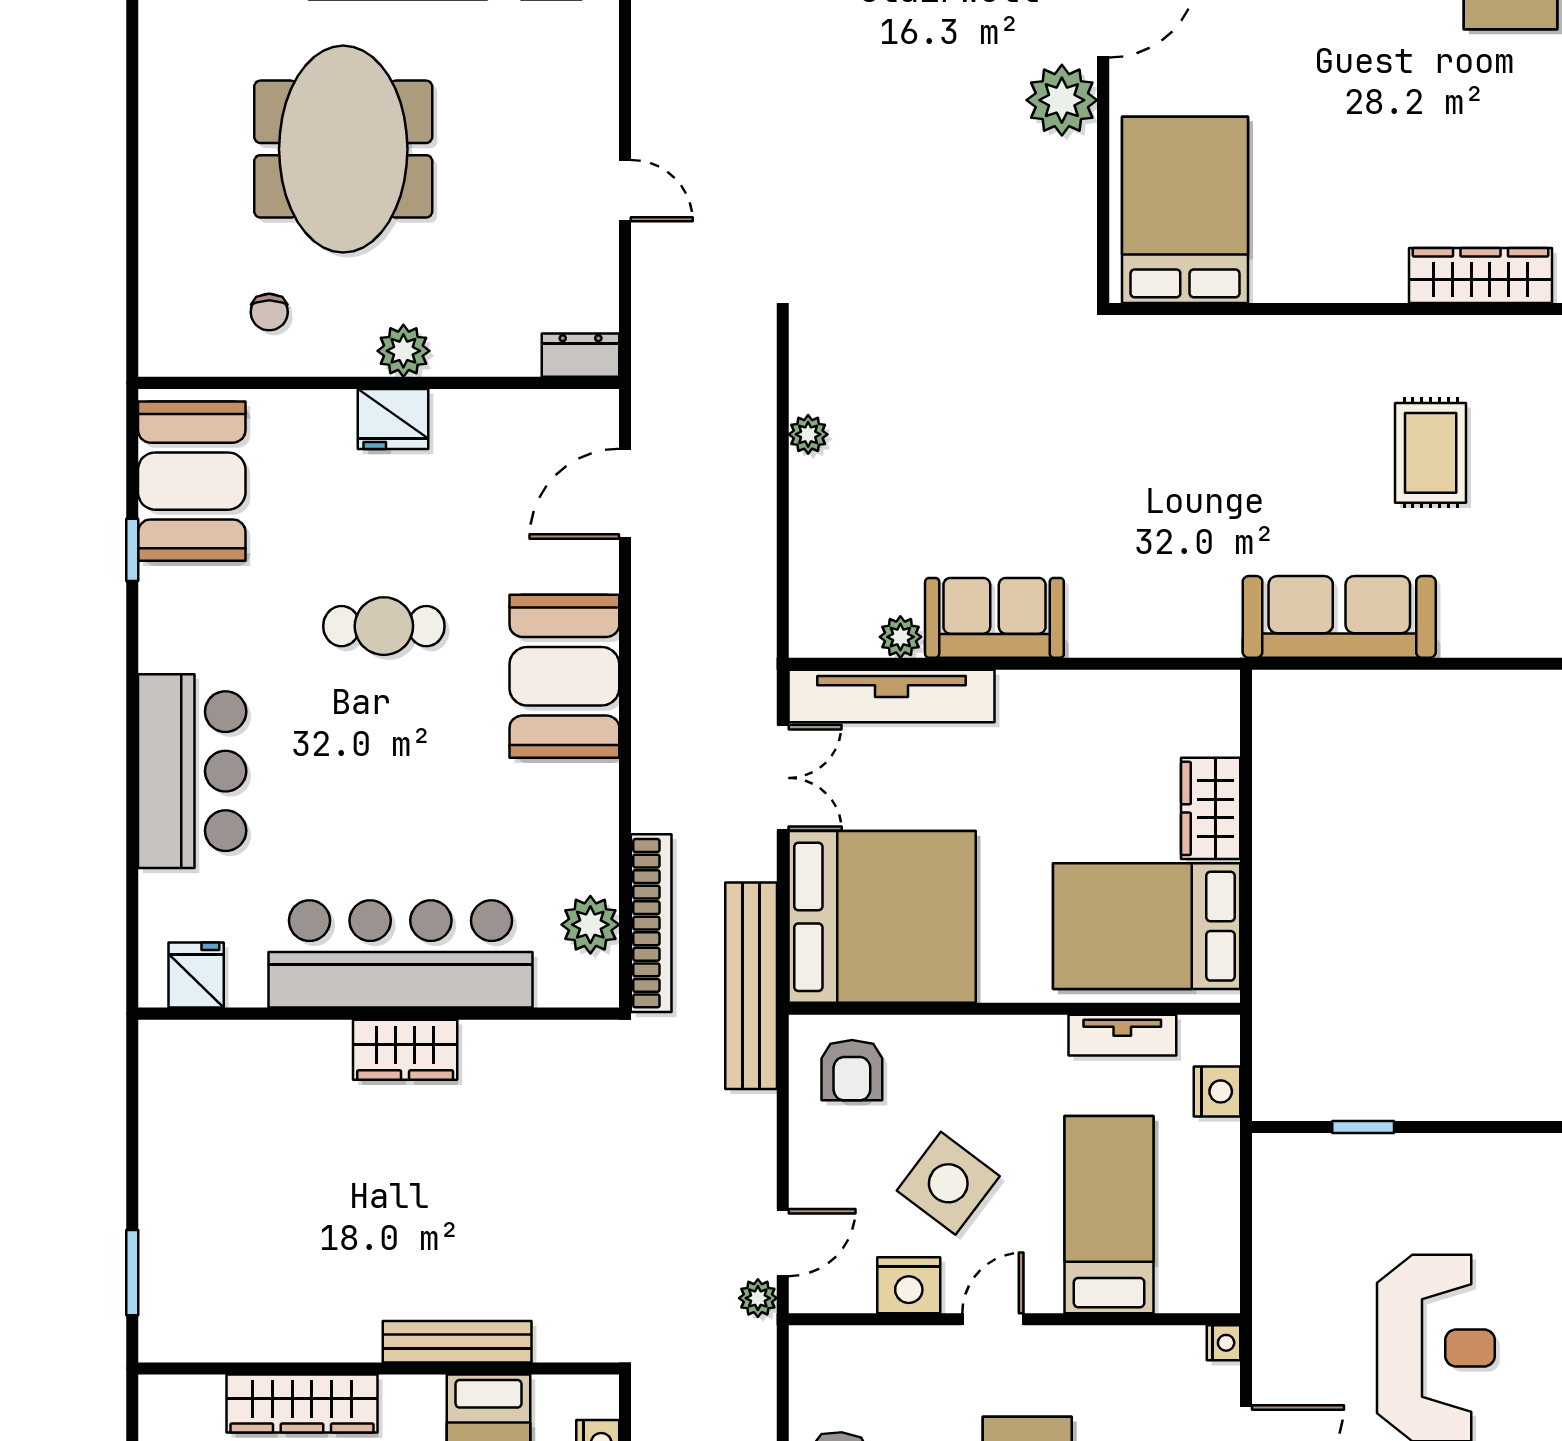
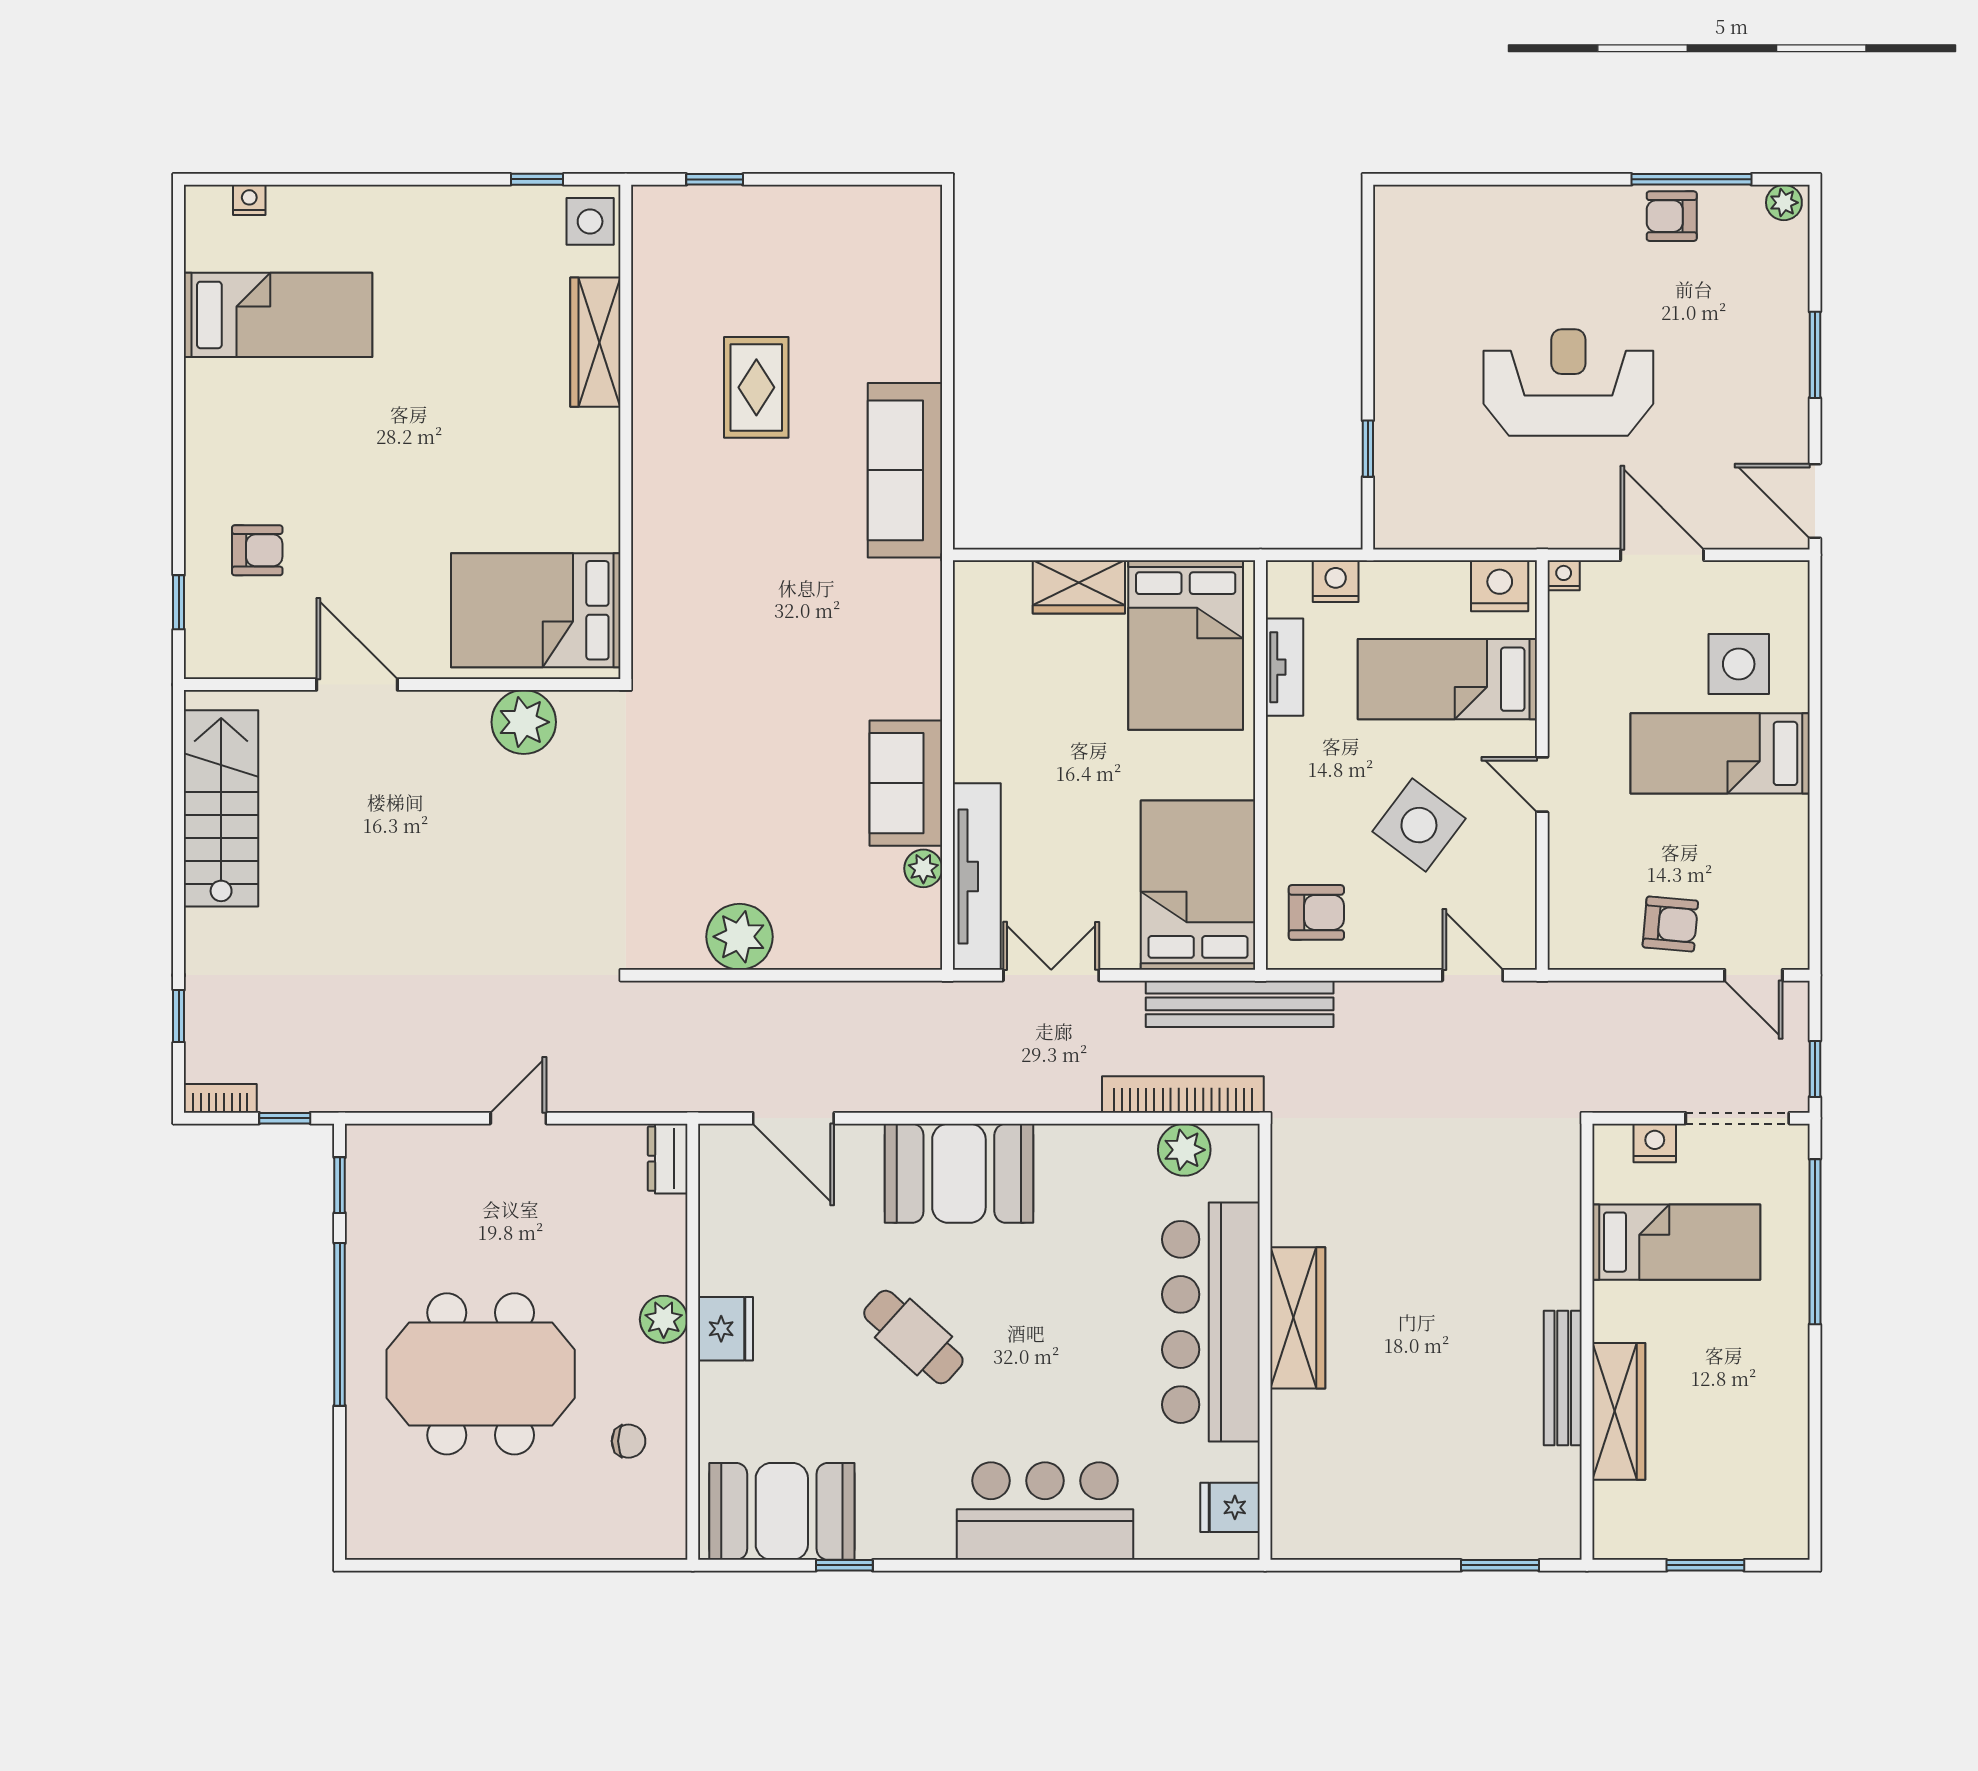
plant: (1062, 100) -> (524, 722), moved
plant: (808, 434) -> (740, 937), width x1.88, depth x1.88
rug: (1431, 453) -> (756, 387), turned 90
cafe table: (384, 626) -> (913, 1337), turned -48
bed: (882, 917) -> (1198, 885), width x0.73
wardrobe: (405, 1050) -> (1298, 1318), width x1.50
nightstand: (909, 1285) -> (1500, 586), moved, turned -90
plant: (758, 1298) -> (1523, 998), removed
bench: (457, 1342) -> (1563, 1378), moved

